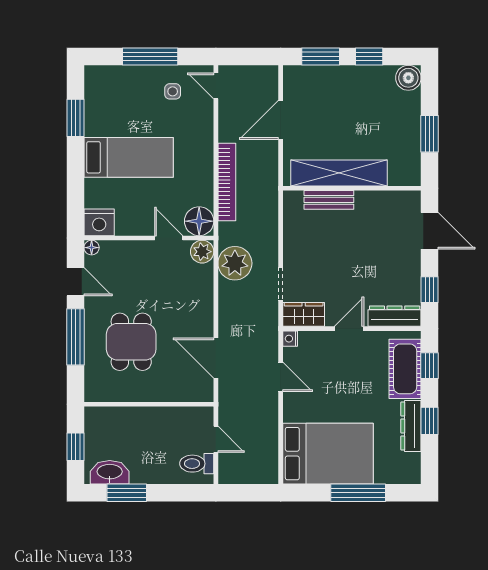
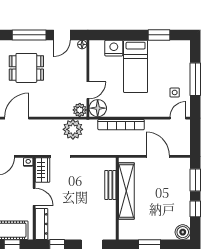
nightstand: (99, 222) -> (114, 48), moved, turned 90

